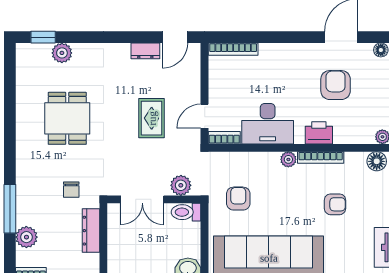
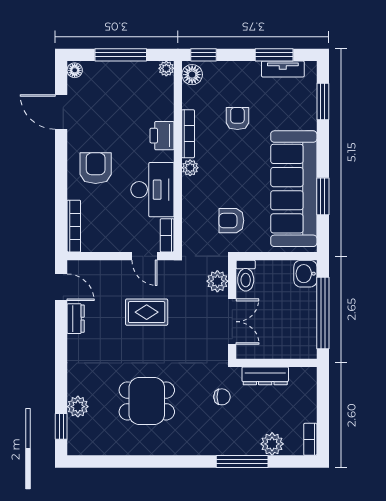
armchair: (336, 85) -> (96, 168), moved, turned 90

